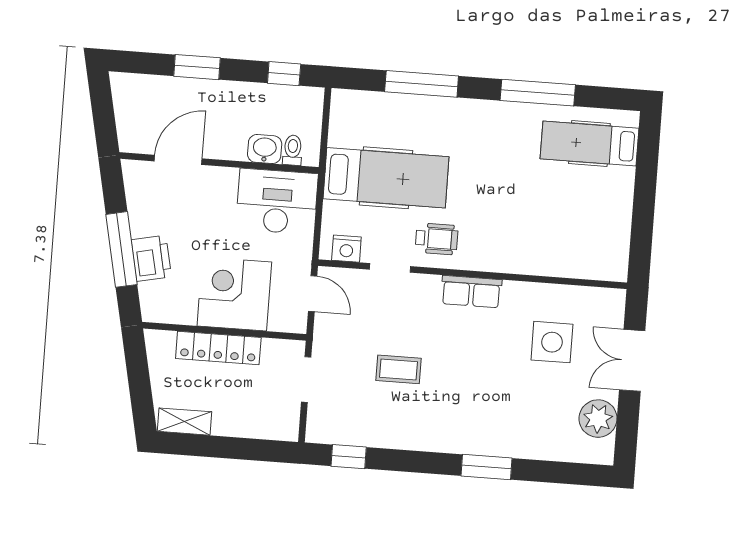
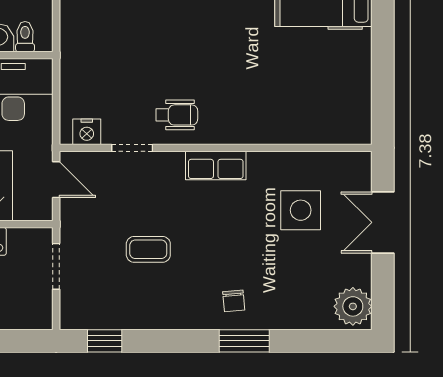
hospital bed: (386, 178) -> (121, 57), removed
plant: (598, 419) -> (353, 306), moved
chair: (479, 427) -> (234, 301), added

